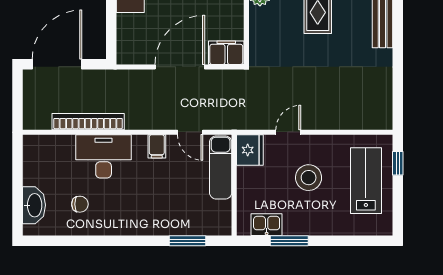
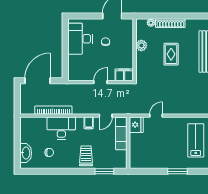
door: (180, 67) -> (100, 82), width x0.53
door: (190, 132) -> (106, 116), hinge flipped
stool: (309, 178) -> (166, 139), removed
trolley: (152, 211) -> (86, 156), added
kitchen sink: (267, 225) -> (145, 163), removed
window: (289, 241) -> (178, 171), moved

